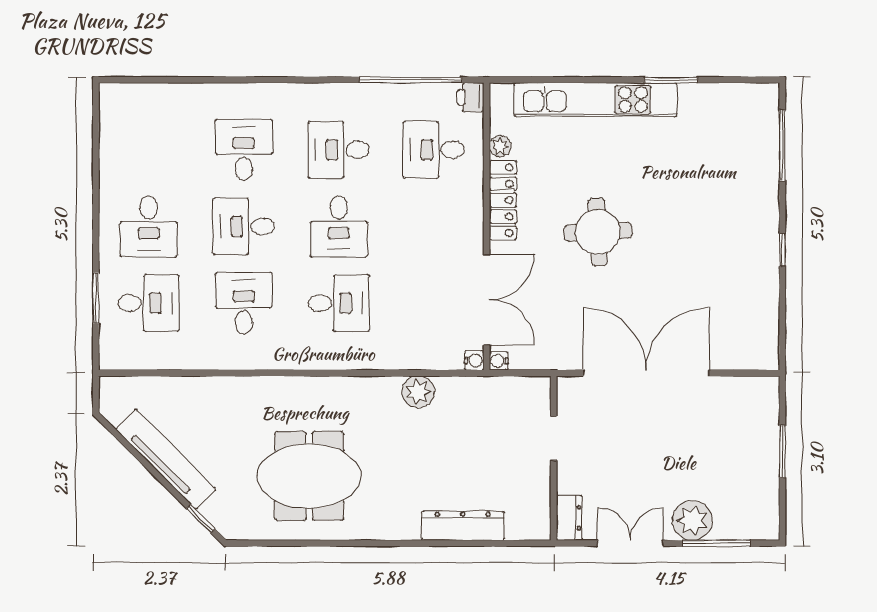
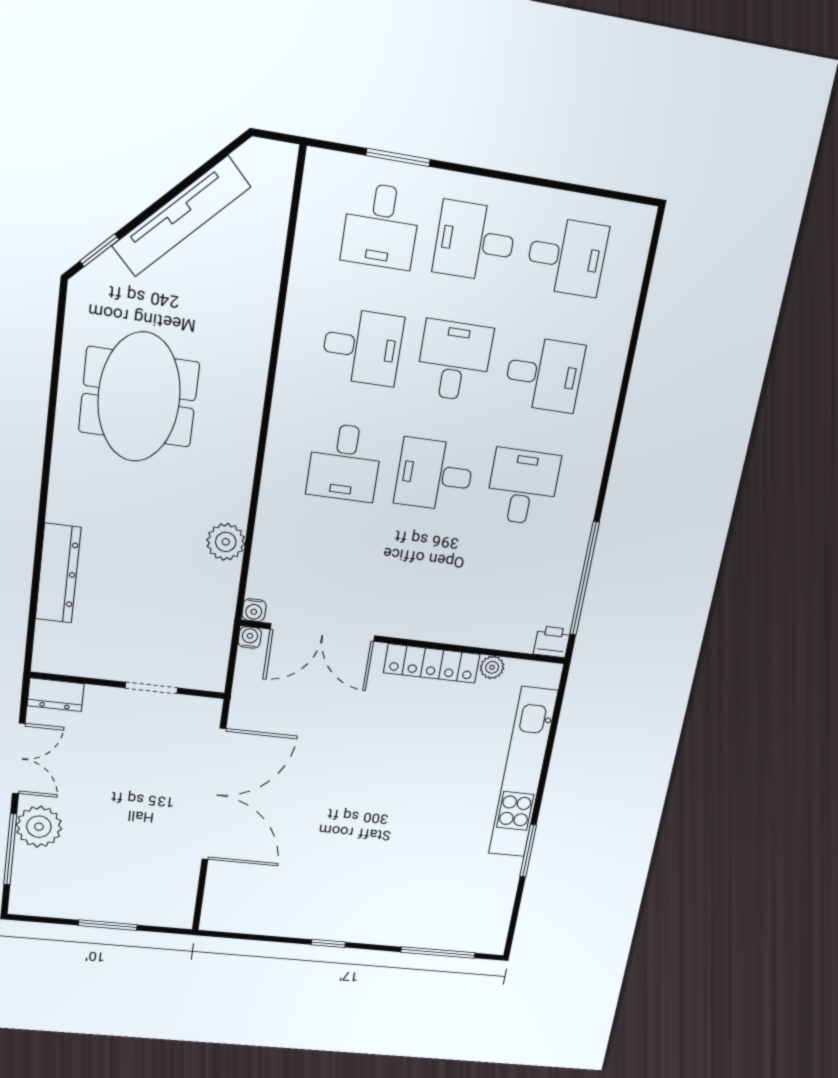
desk: (434, 150) -> (567, 257), moved, turned 90
round table: (598, 232) -> (379, 760), removed

